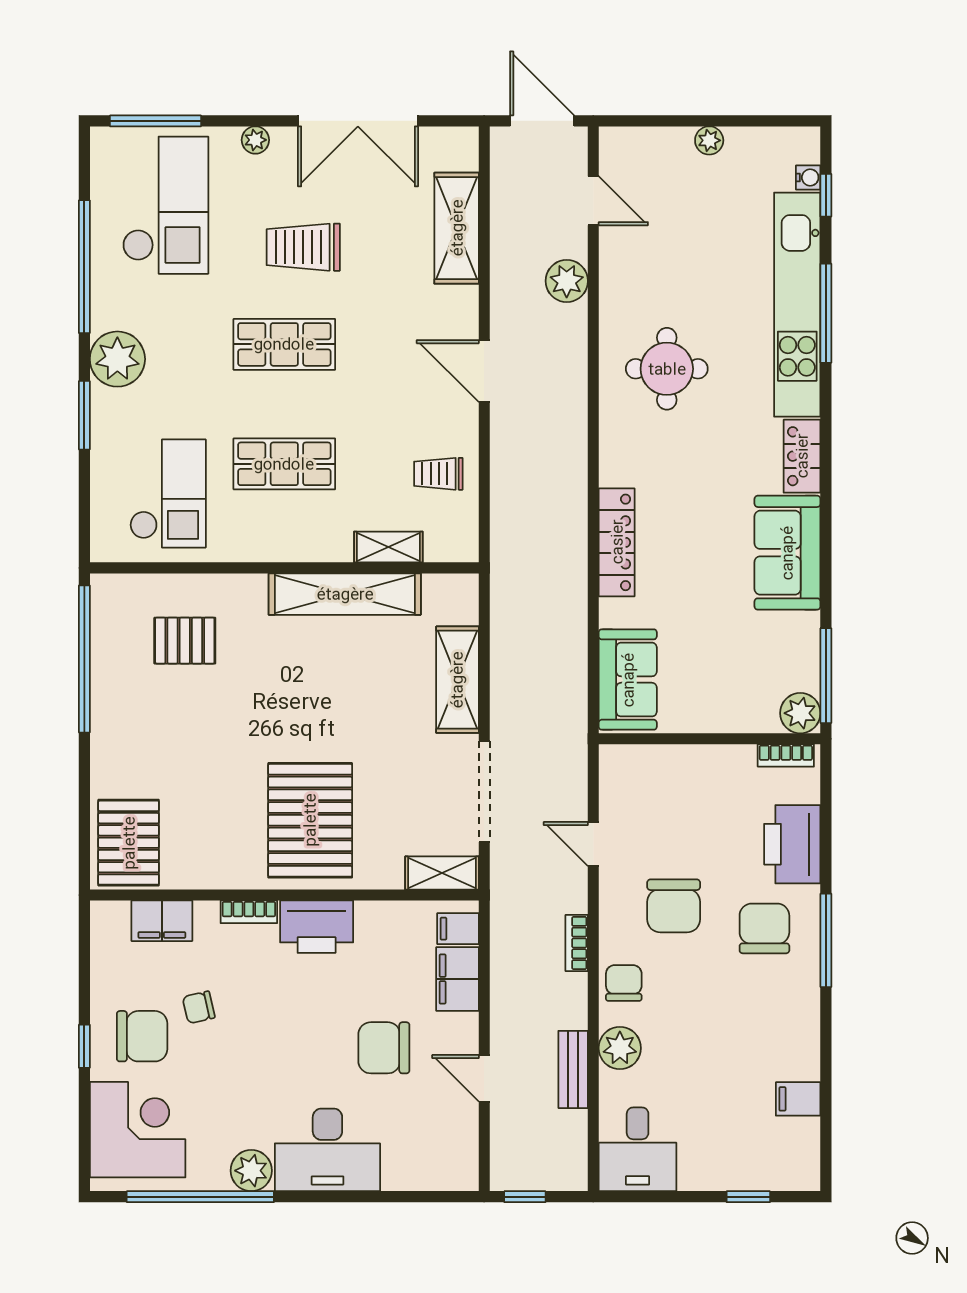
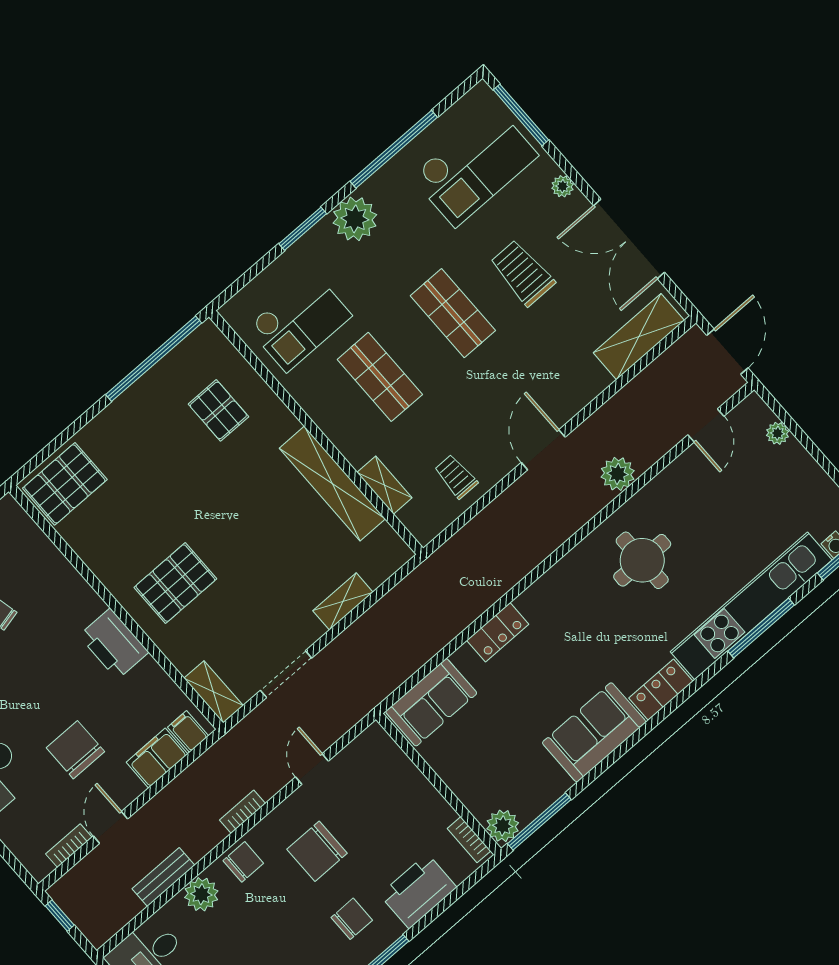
plant: (709, 140) -> (778, 433), moved
shelving: (457, 228) -> (639, 337), moved
plant: (567, 281) -> (618, 474), moved
locker: (617, 542) -> (498, 632), width x0.66
shelving: (457, 680) -> (343, 601), width x0.67, depth x0.75
doorway: (484, 791) -> (286, 674), width x0.73
pallet: (310, 820) -> (175, 583), width x0.73, depth x0.71
bookcase: (249, 912) -> (69, 846), moved, turned 90
filing cabinet: (162, 921) -> (35, 546), removed
chair: (764, 928) -> (352, 919), width x0.73, depth x0.73

